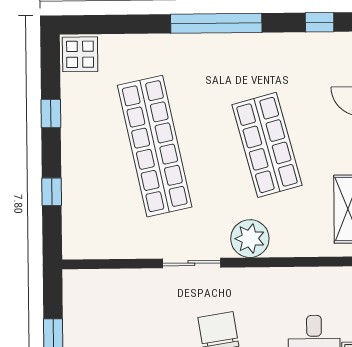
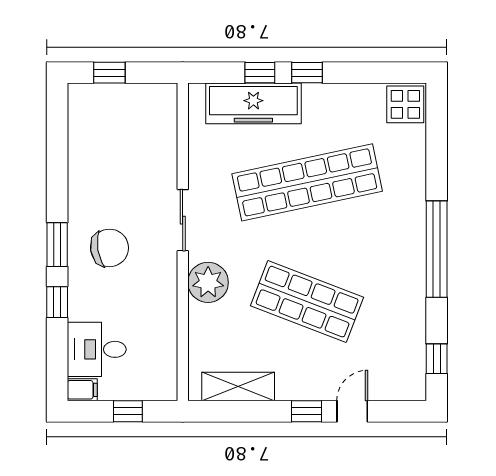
window: (51, 114) -> (307, 73), moved
shop shelf: (267, 145) -> (307, 302), turned 36
freezer: (81, 198) -> (253, 103), added

